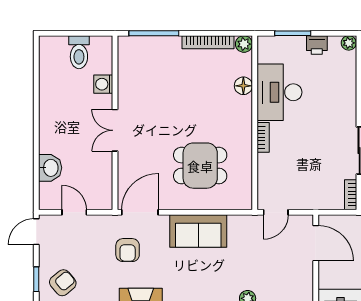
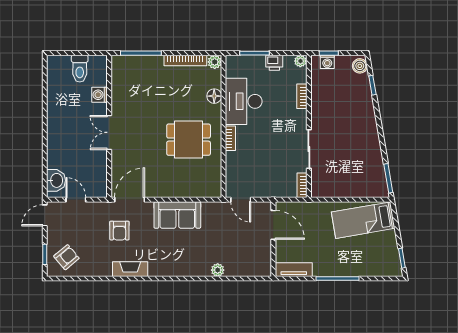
bookcase: (351, 86) -> (302, 96), added
dining table: (200, 166) -> (189, 140), moved
washbasin: (50, 168) -> (56, 180), moved
door: (276, 212) -> (241, 200), hinge flipped

